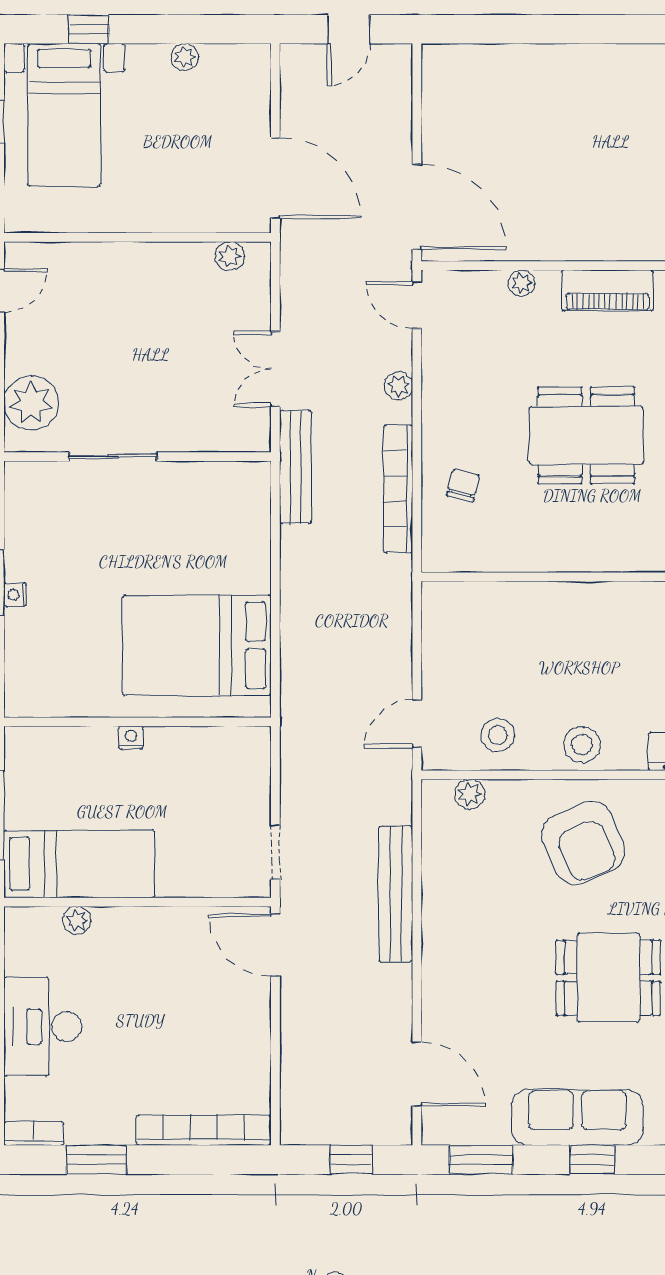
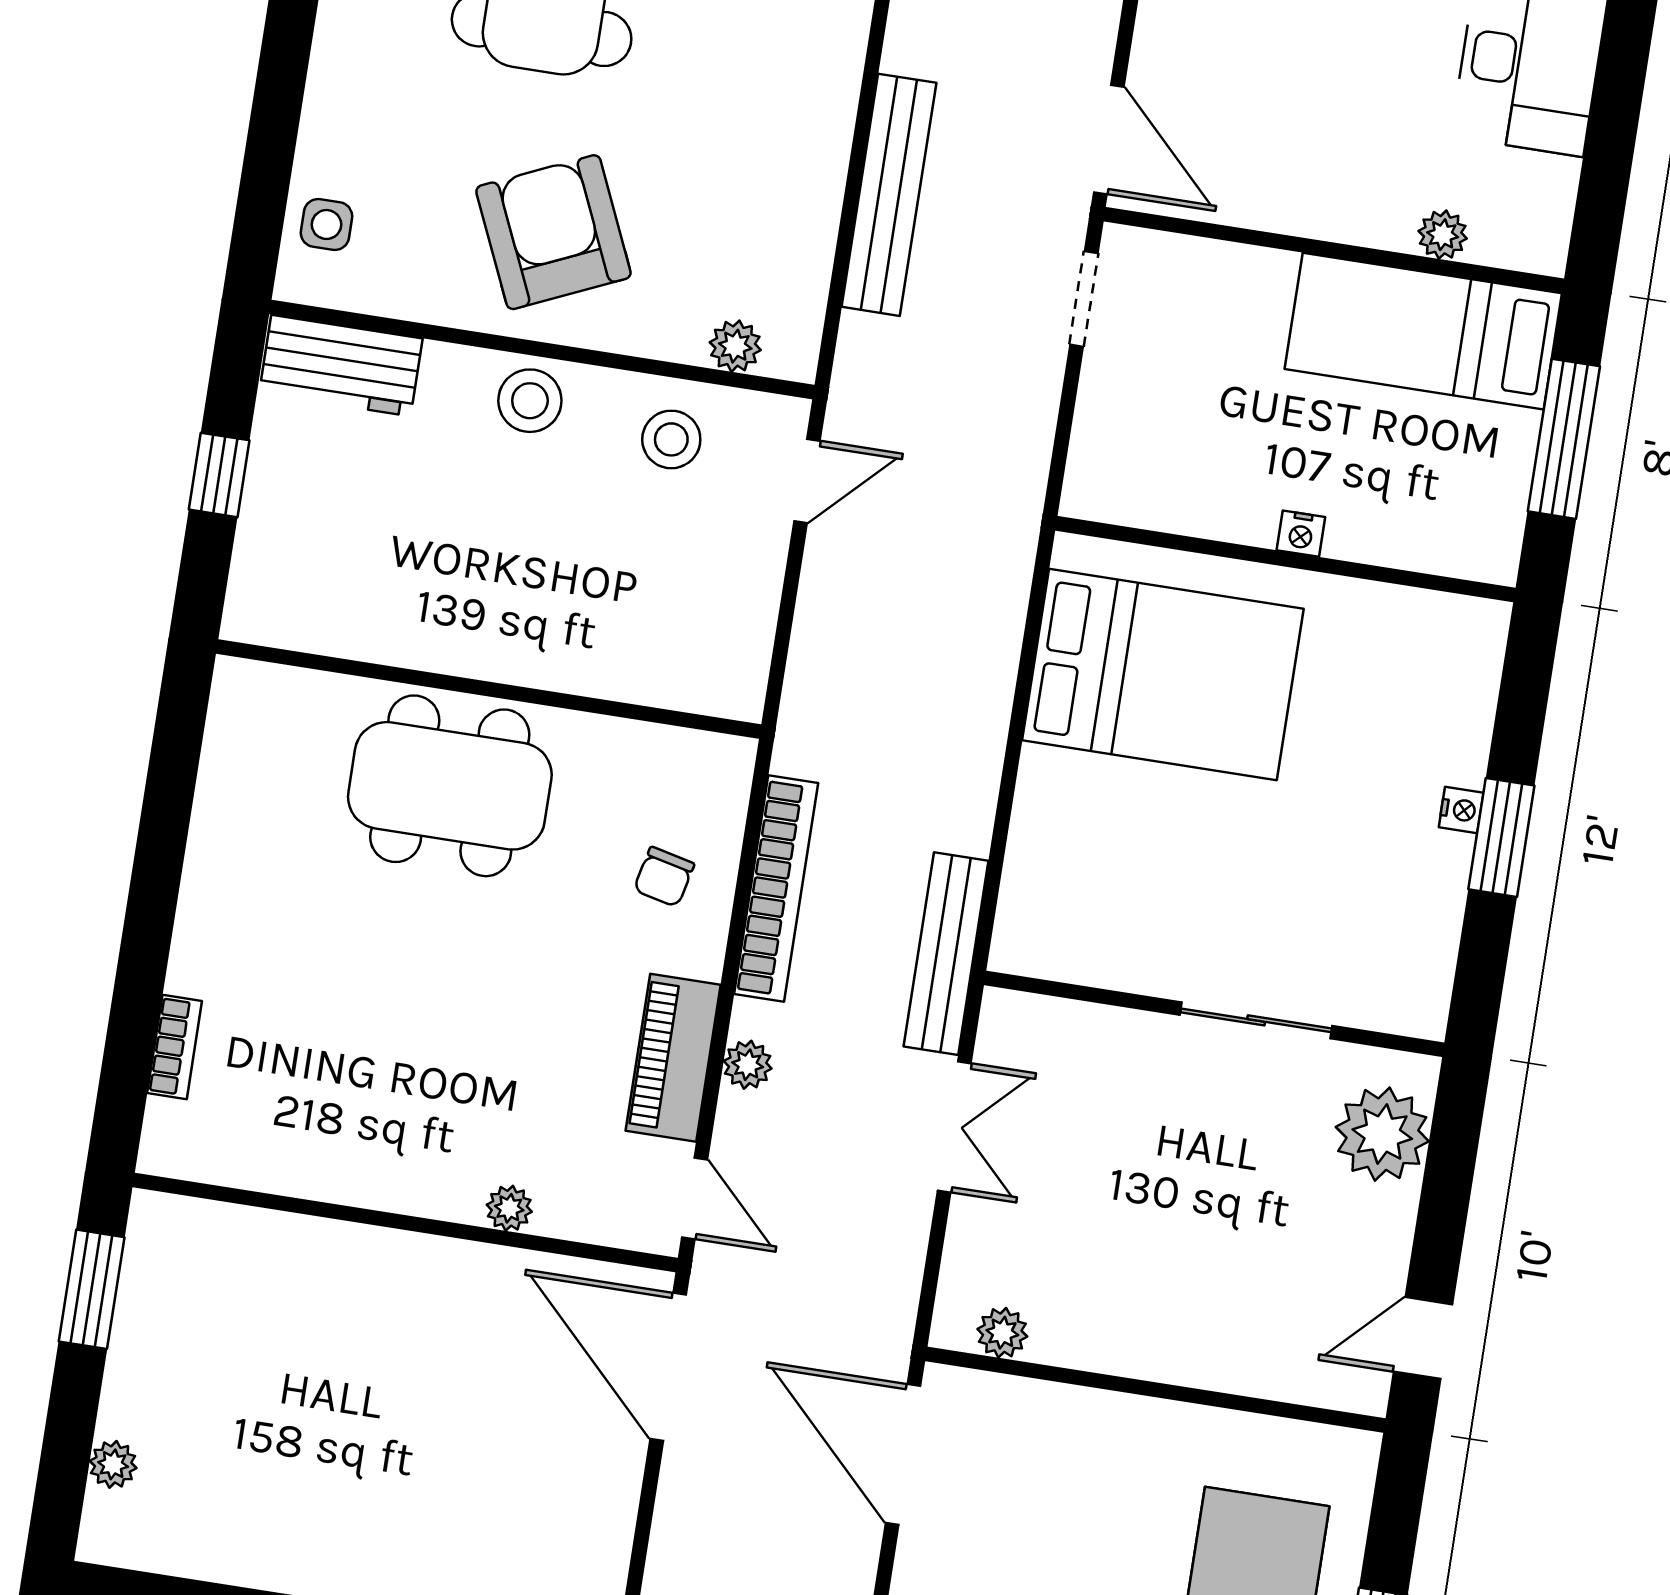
piano: (607, 290) -> (673, 1058), moved, turned -90
dining table: (586, 435) -> (450, 786), moved

